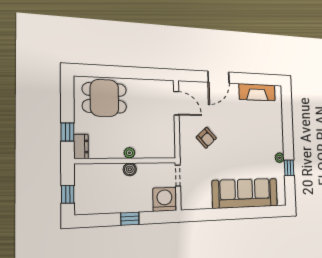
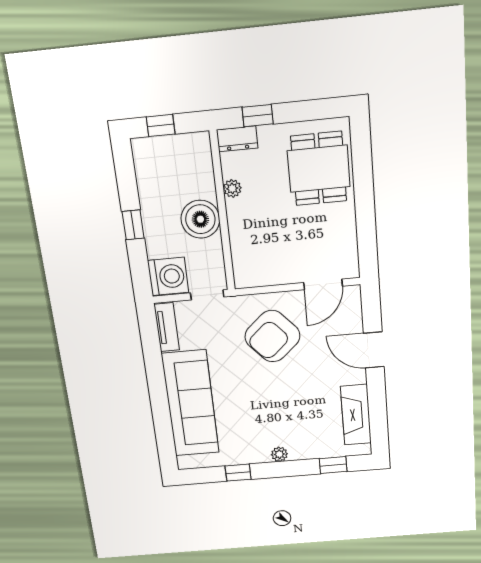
window: (287, 109) -> (333, 465), added
armchair: (206, 138) -> (272, 336), width x1.88, depth x1.88
plant: (129, 153) -> (232, 188), moved
plant: (280, 158) -> (279, 454), moved
boiler: (130, 169) -> (200, 219), width x1.86, depth x1.86
tv unit: (196, 203) -> (167, 327), added

